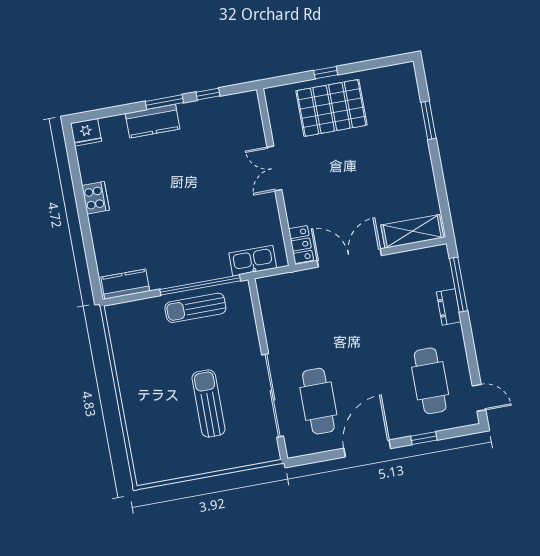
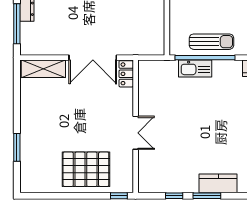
window: (326, 73) -> (119, 196), moved
kitchen sink: (253, 261) -> (195, 69), moved

